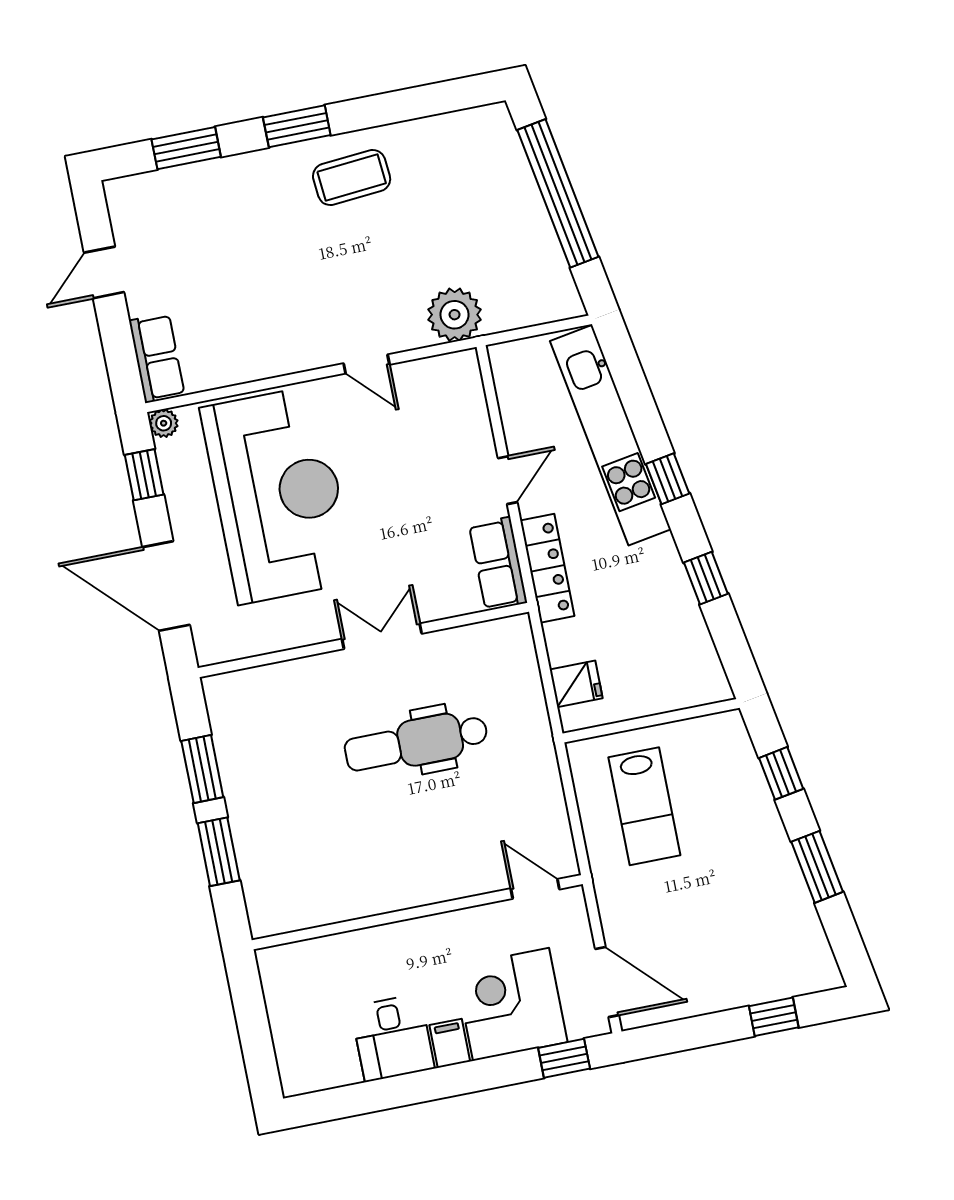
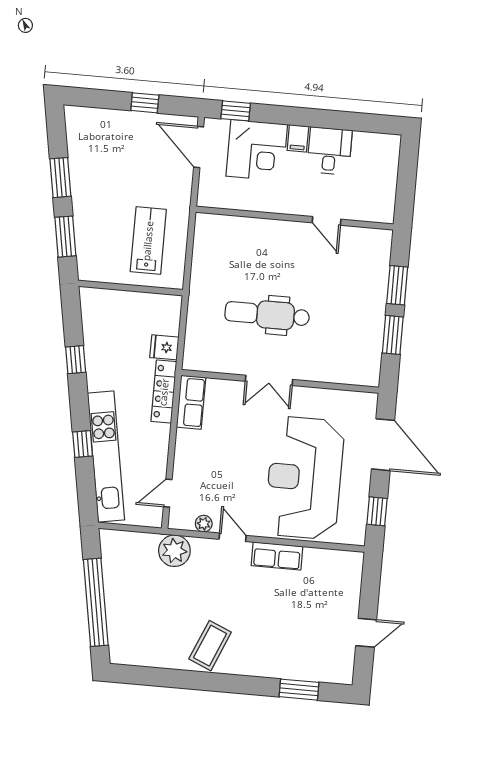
window: (297, 126) -> (233, 684), removed
coffee table: (352, 178) -> (210, 646), turned -62
row of seats: (157, 358) -> (277, 556), moved, turned -90
plant: (164, 423) -> (204, 524), moved
window: (668, 479) -> (83, 444), moved
door: (508, 480) -> (168, 493), moved
fridge: (576, 684) -> (164, 347), moved
dental chair: (416, 742) -> (267, 315), turned 180
window: (781, 773) -> (65, 237), width x1.50
door: (535, 889) -> (327, 221), moved
window: (774, 1017) -> (145, 103), moved

